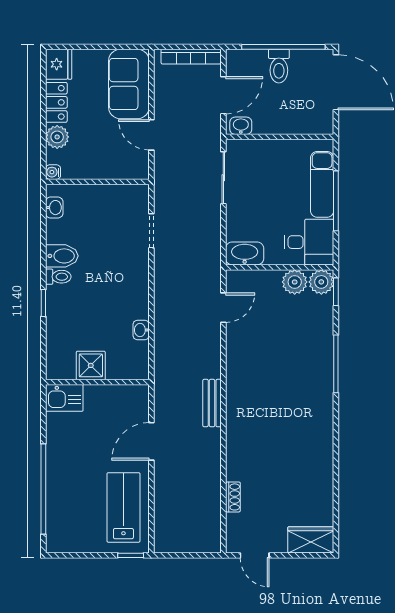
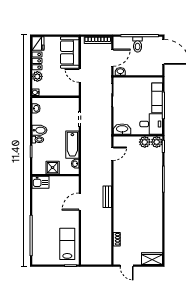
bathtub: (135, 288) -> (72, 145), added
shower: (91, 365) -> (53, 168), moved
wall: (97, 382) -> (55, 175), moved
kitchen sink: (64, 398) -> (41, 182), moved
door: (151, 441) -> (80, 202), moved

